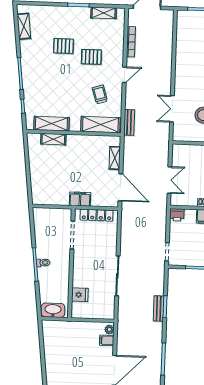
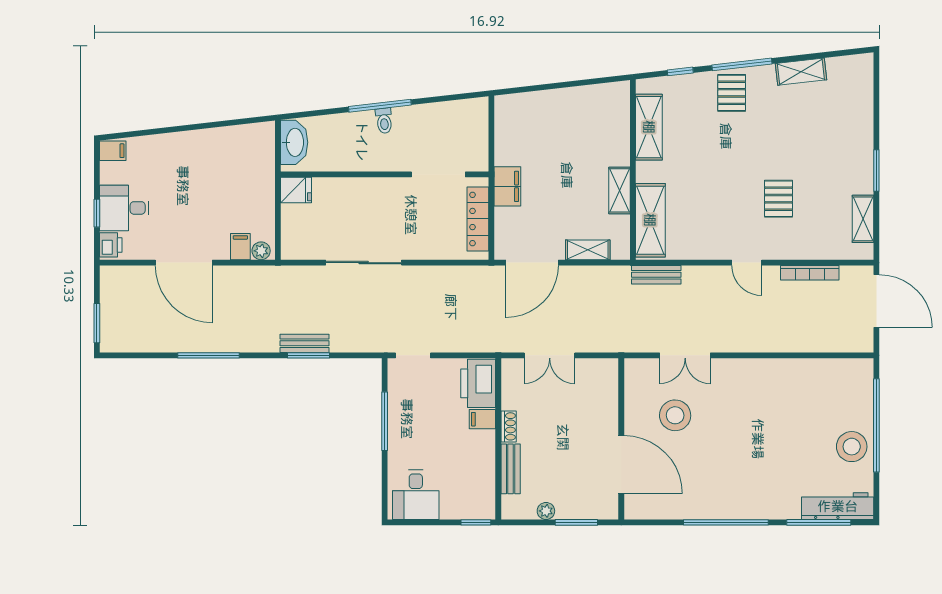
shelving: (24, 26) -> (801, 72), moved
pallet: (64, 46) -> (732, 93), moved
trolley: (100, 95) -> (707, 217), removed
double door: (172, 109) -> (685, 355), swing flipped
shelving: (53, 139) -> (620, 190), moved
printer: (177, 215) -> (478, 383), width x1.87, depth x1.48
fridge: (80, 295) -> (296, 190), moved, turned -90

